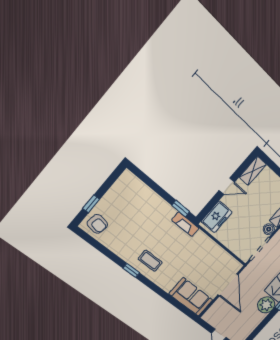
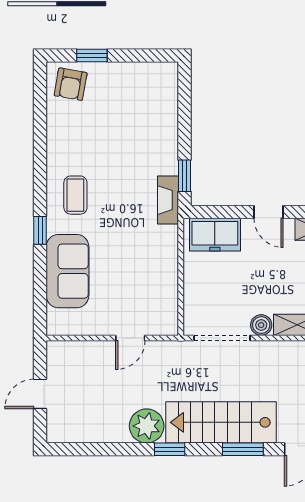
window: (131, 270) -> (40, 230), moved
door: (228, 285) -> (130, 338), width x0.53
sofa: (191, 297) -> (68, 271), moved

